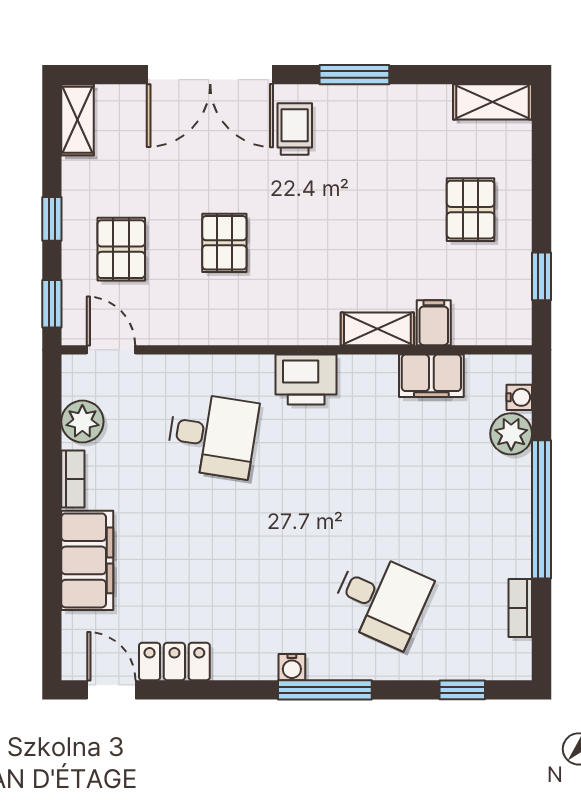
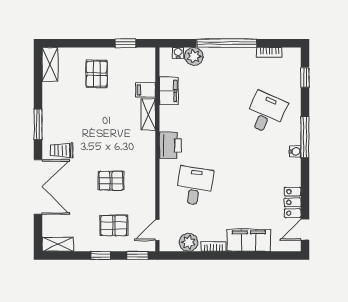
pallet: (471, 210) -> (97, 74), turned 90

